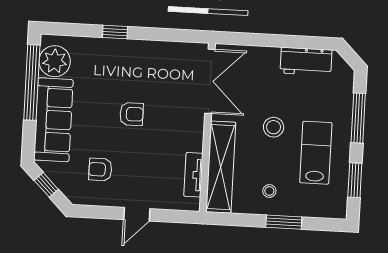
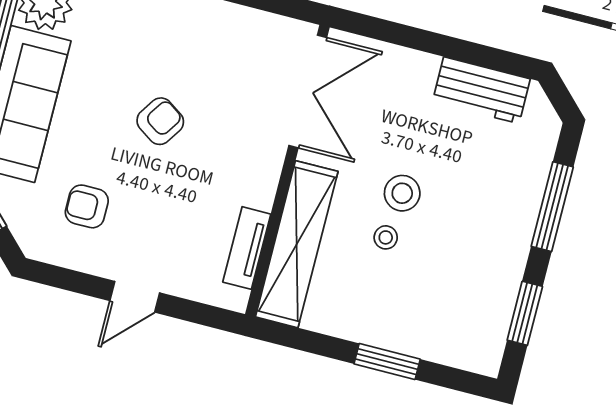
armchair: (132, 114) -> (160, 121), turned -56
lab bench: (316, 153) -> (467, 252), removed
stool: (269, 191) -> (386, 237), moved

